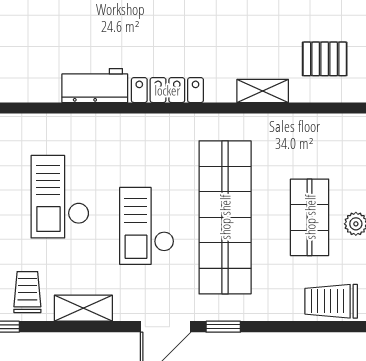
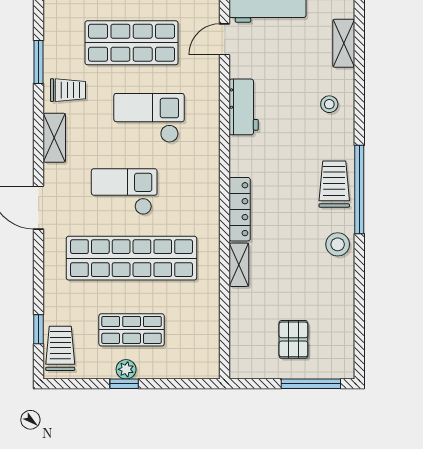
pallet: (325, 59) -> (293, 339), moved
workbench: (95, 86) -> (244, 107), moved
shelving: (263, 91) -> (239, 265), moved
window: (223, 327) -> (39, 329), moved

